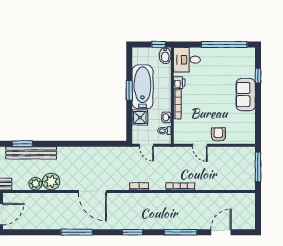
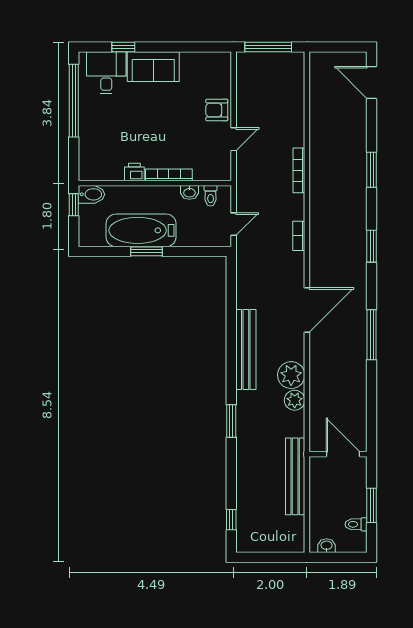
desk: (187, 60) -> (106, 73), moved, turned 180
shower: (140, 118) -> (190, 235), removed
bench: (31, 153) -> (246, 350), moved
window: (181, 232) -> (372, 170), width x0.69
door: (221, 232) -> (372, 83), moved

